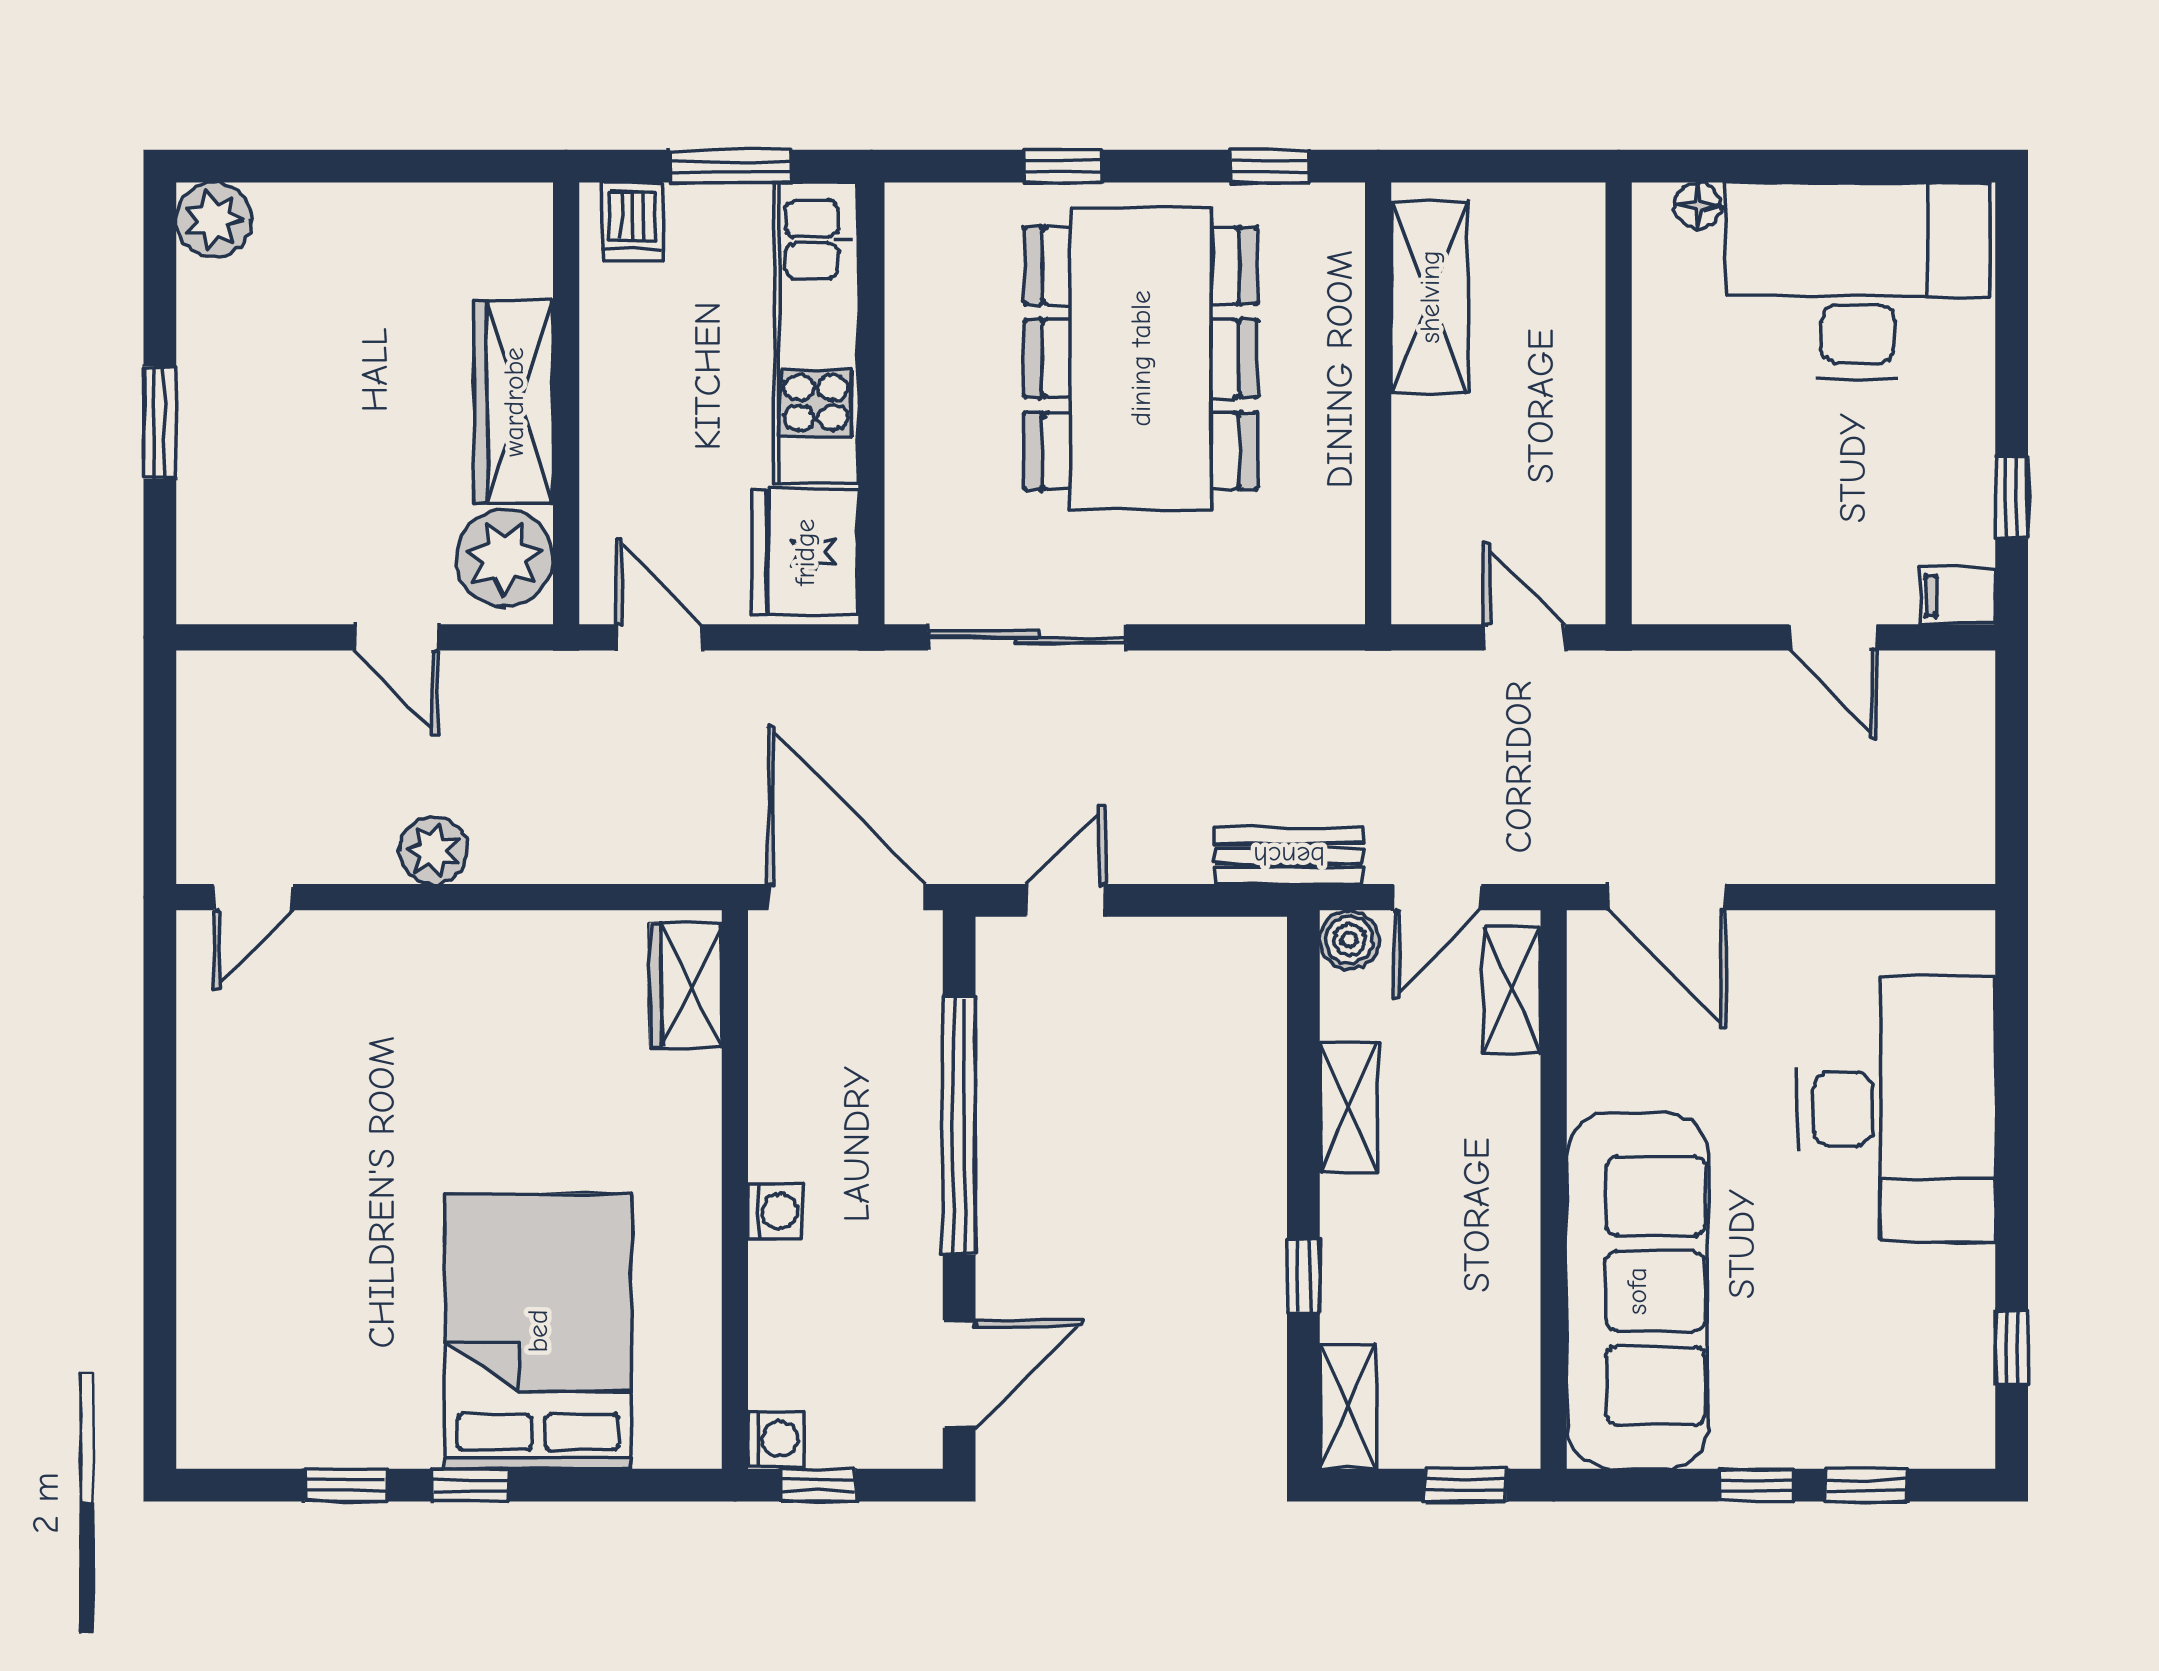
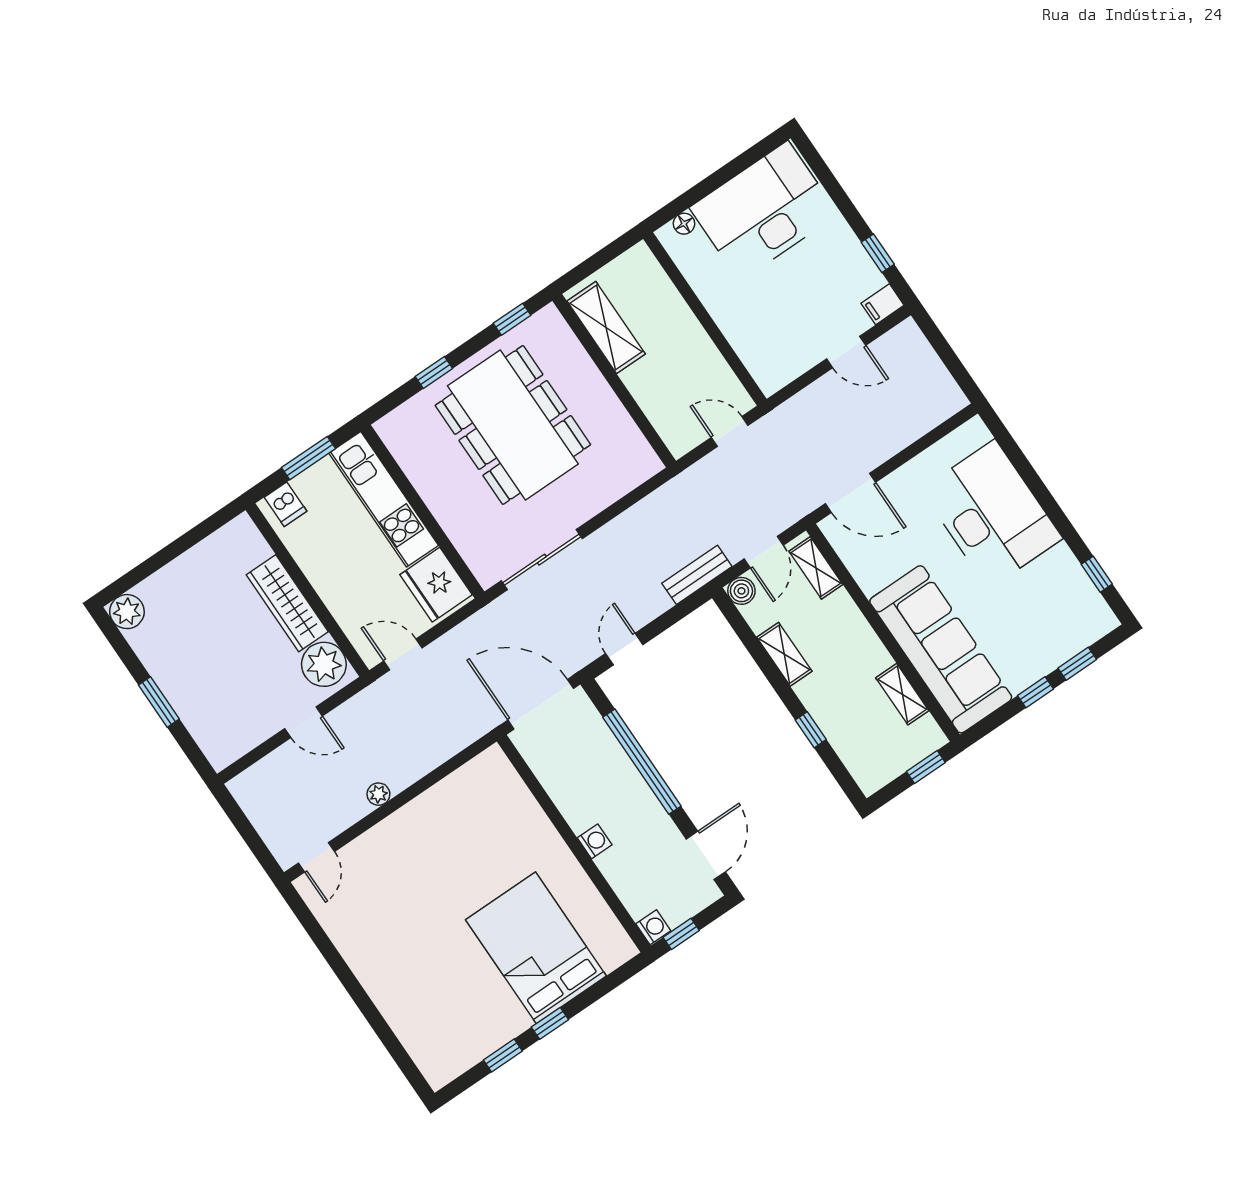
plant: (434, 850) -> (378, 794), width x0.73, depth x0.73
wardrobe: (686, 985) -> (503, 779), removed
shelving: (1348, 1407) -> (902, 694), moved

